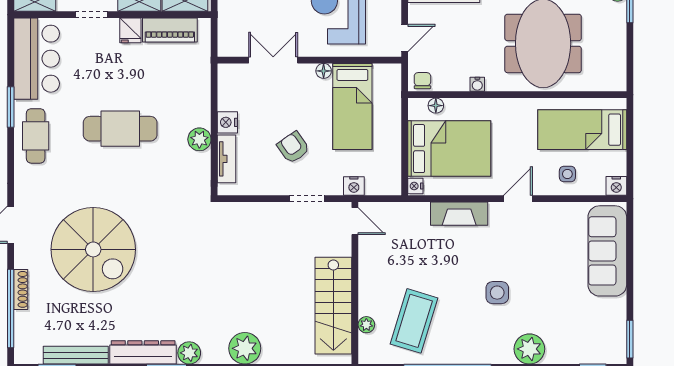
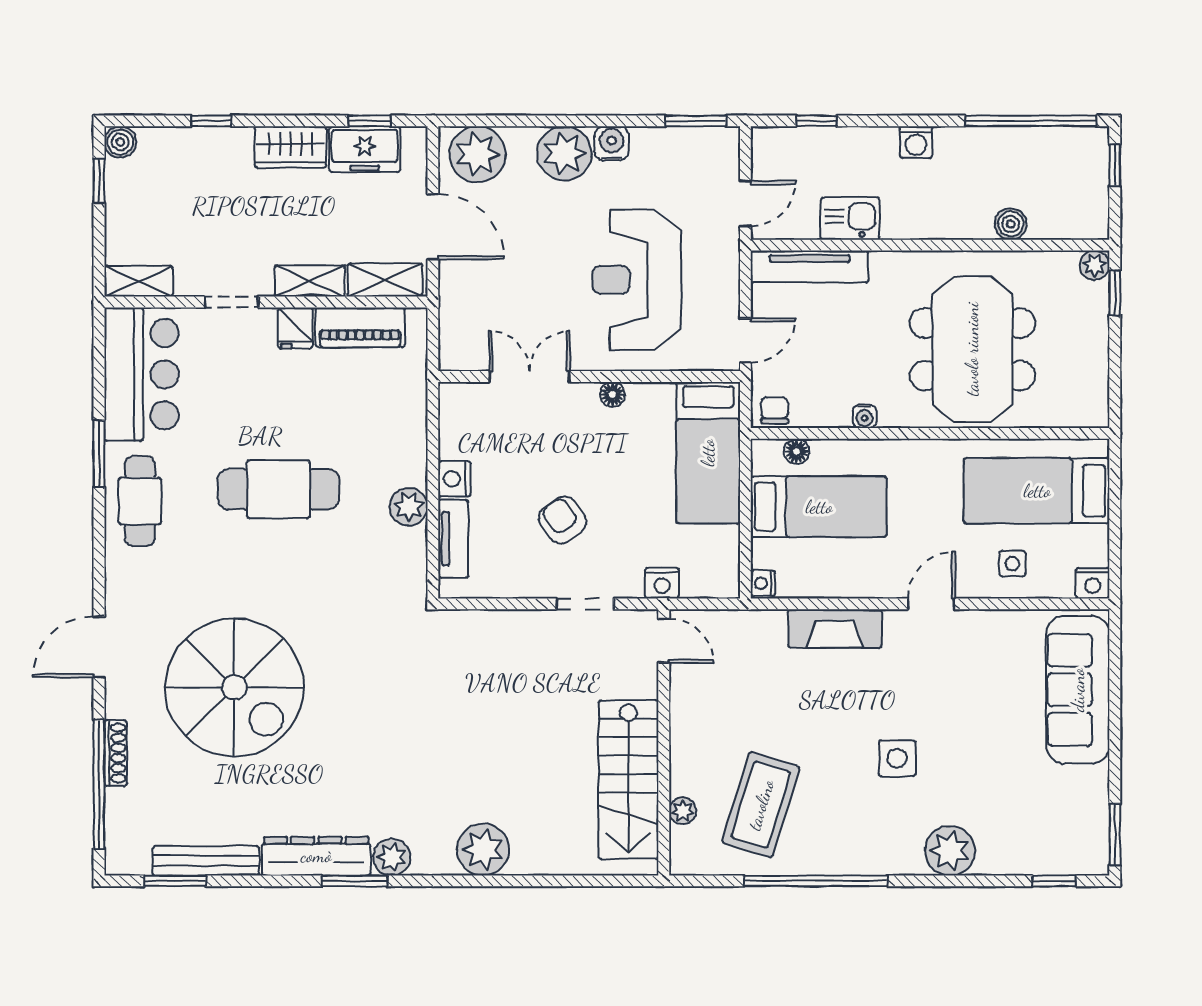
bed: (352, 106) -> (708, 453), moved
bed: (449, 149) -> (819, 507), width x0.67

